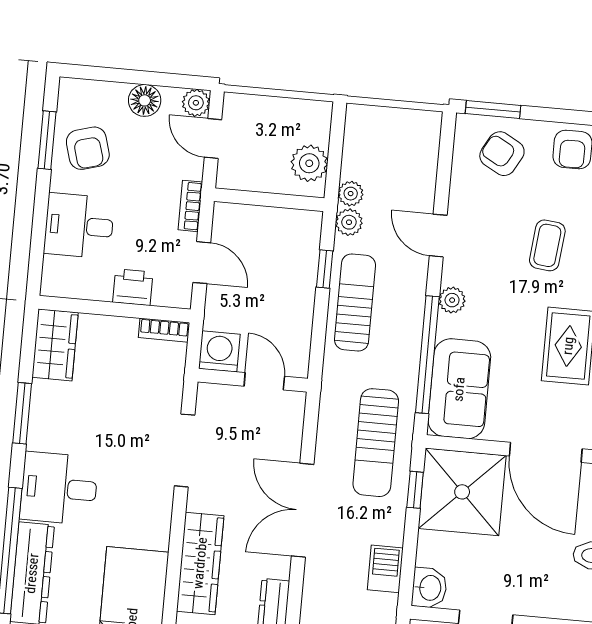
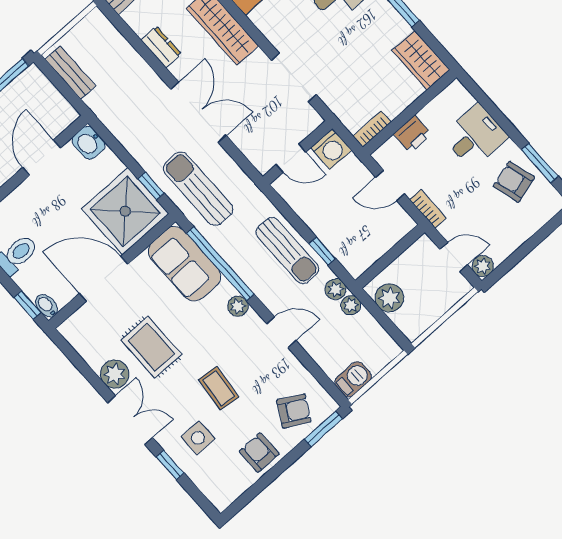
floor lamp: (145, 100) -> (511, 239), removed
barbecue: (385, 569) -> (353, 379), moved, turned -90

